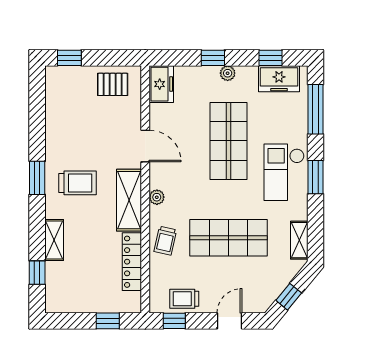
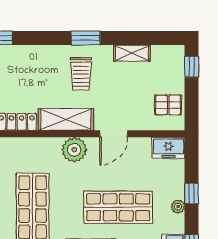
pallet: (113, 84) -> (168, 105), turned 90
plant: (157, 197) -> (74, 150), width x1.88, depth x1.88
shelving: (54, 240) -> (132, 53), moved
trolley: (165, 241) -> (30, 151), removed

